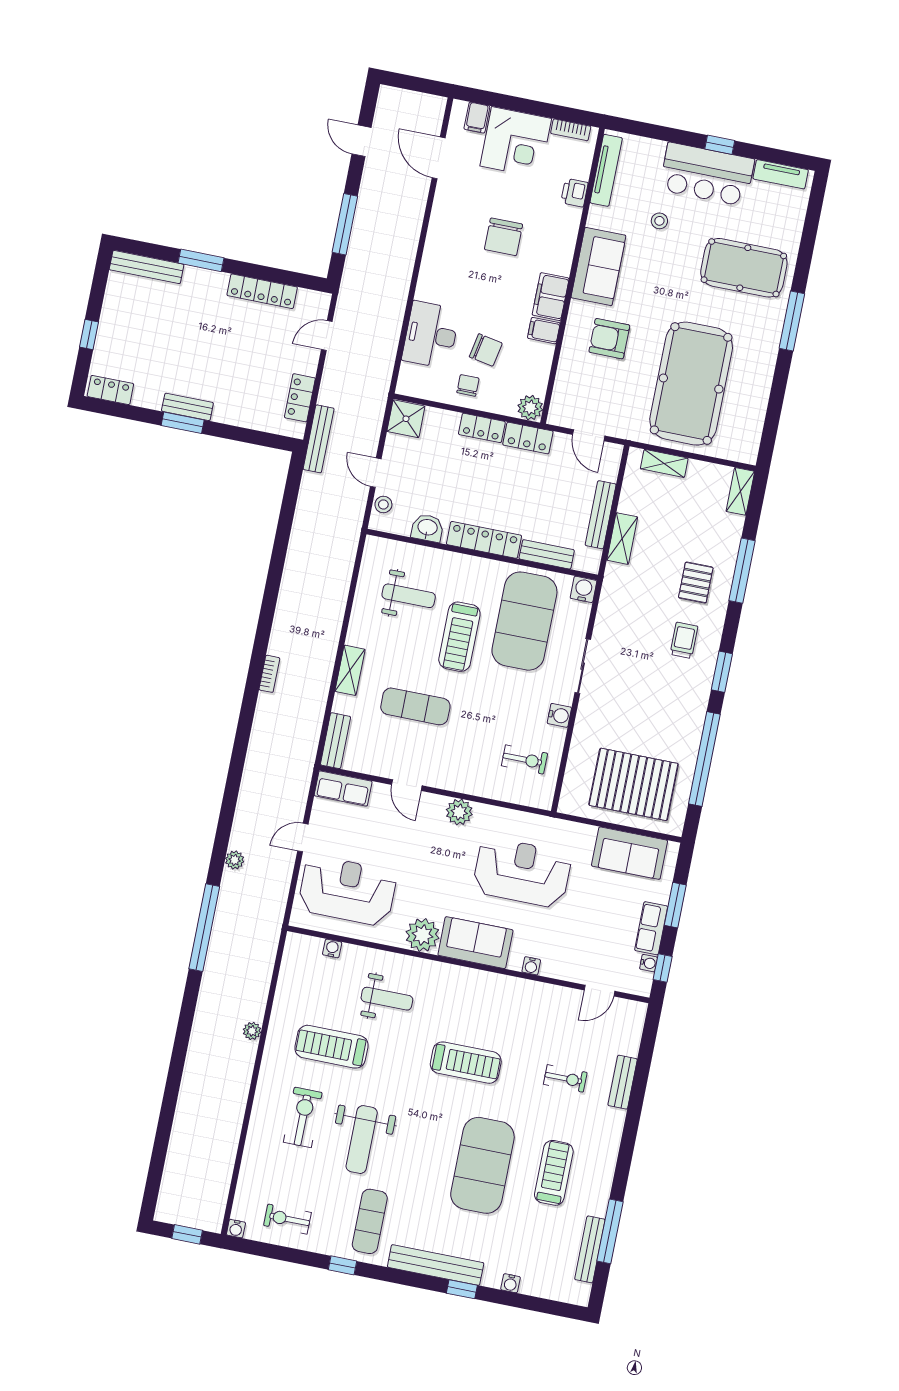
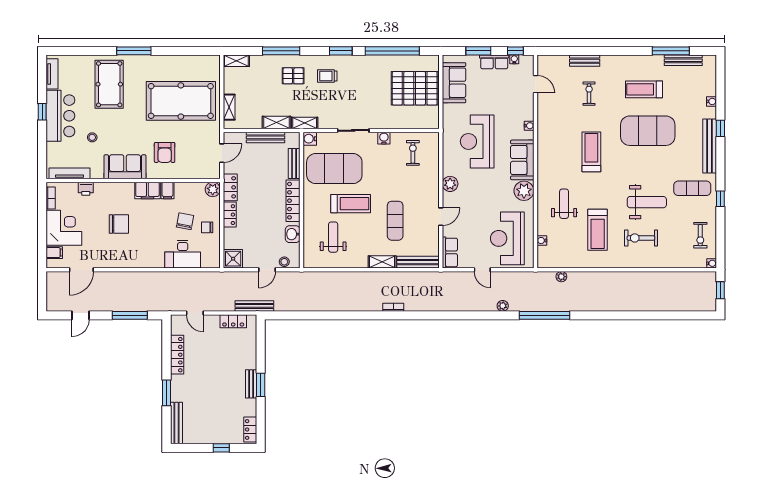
shelving: (612, 586) -> (305, 123), added
bench: (335, 741) -> (418, 262), width x1.36
pallet: (634, 784) -> (415, 88), turned 90
plant: (252, 1031) -> (561, 277), moved

